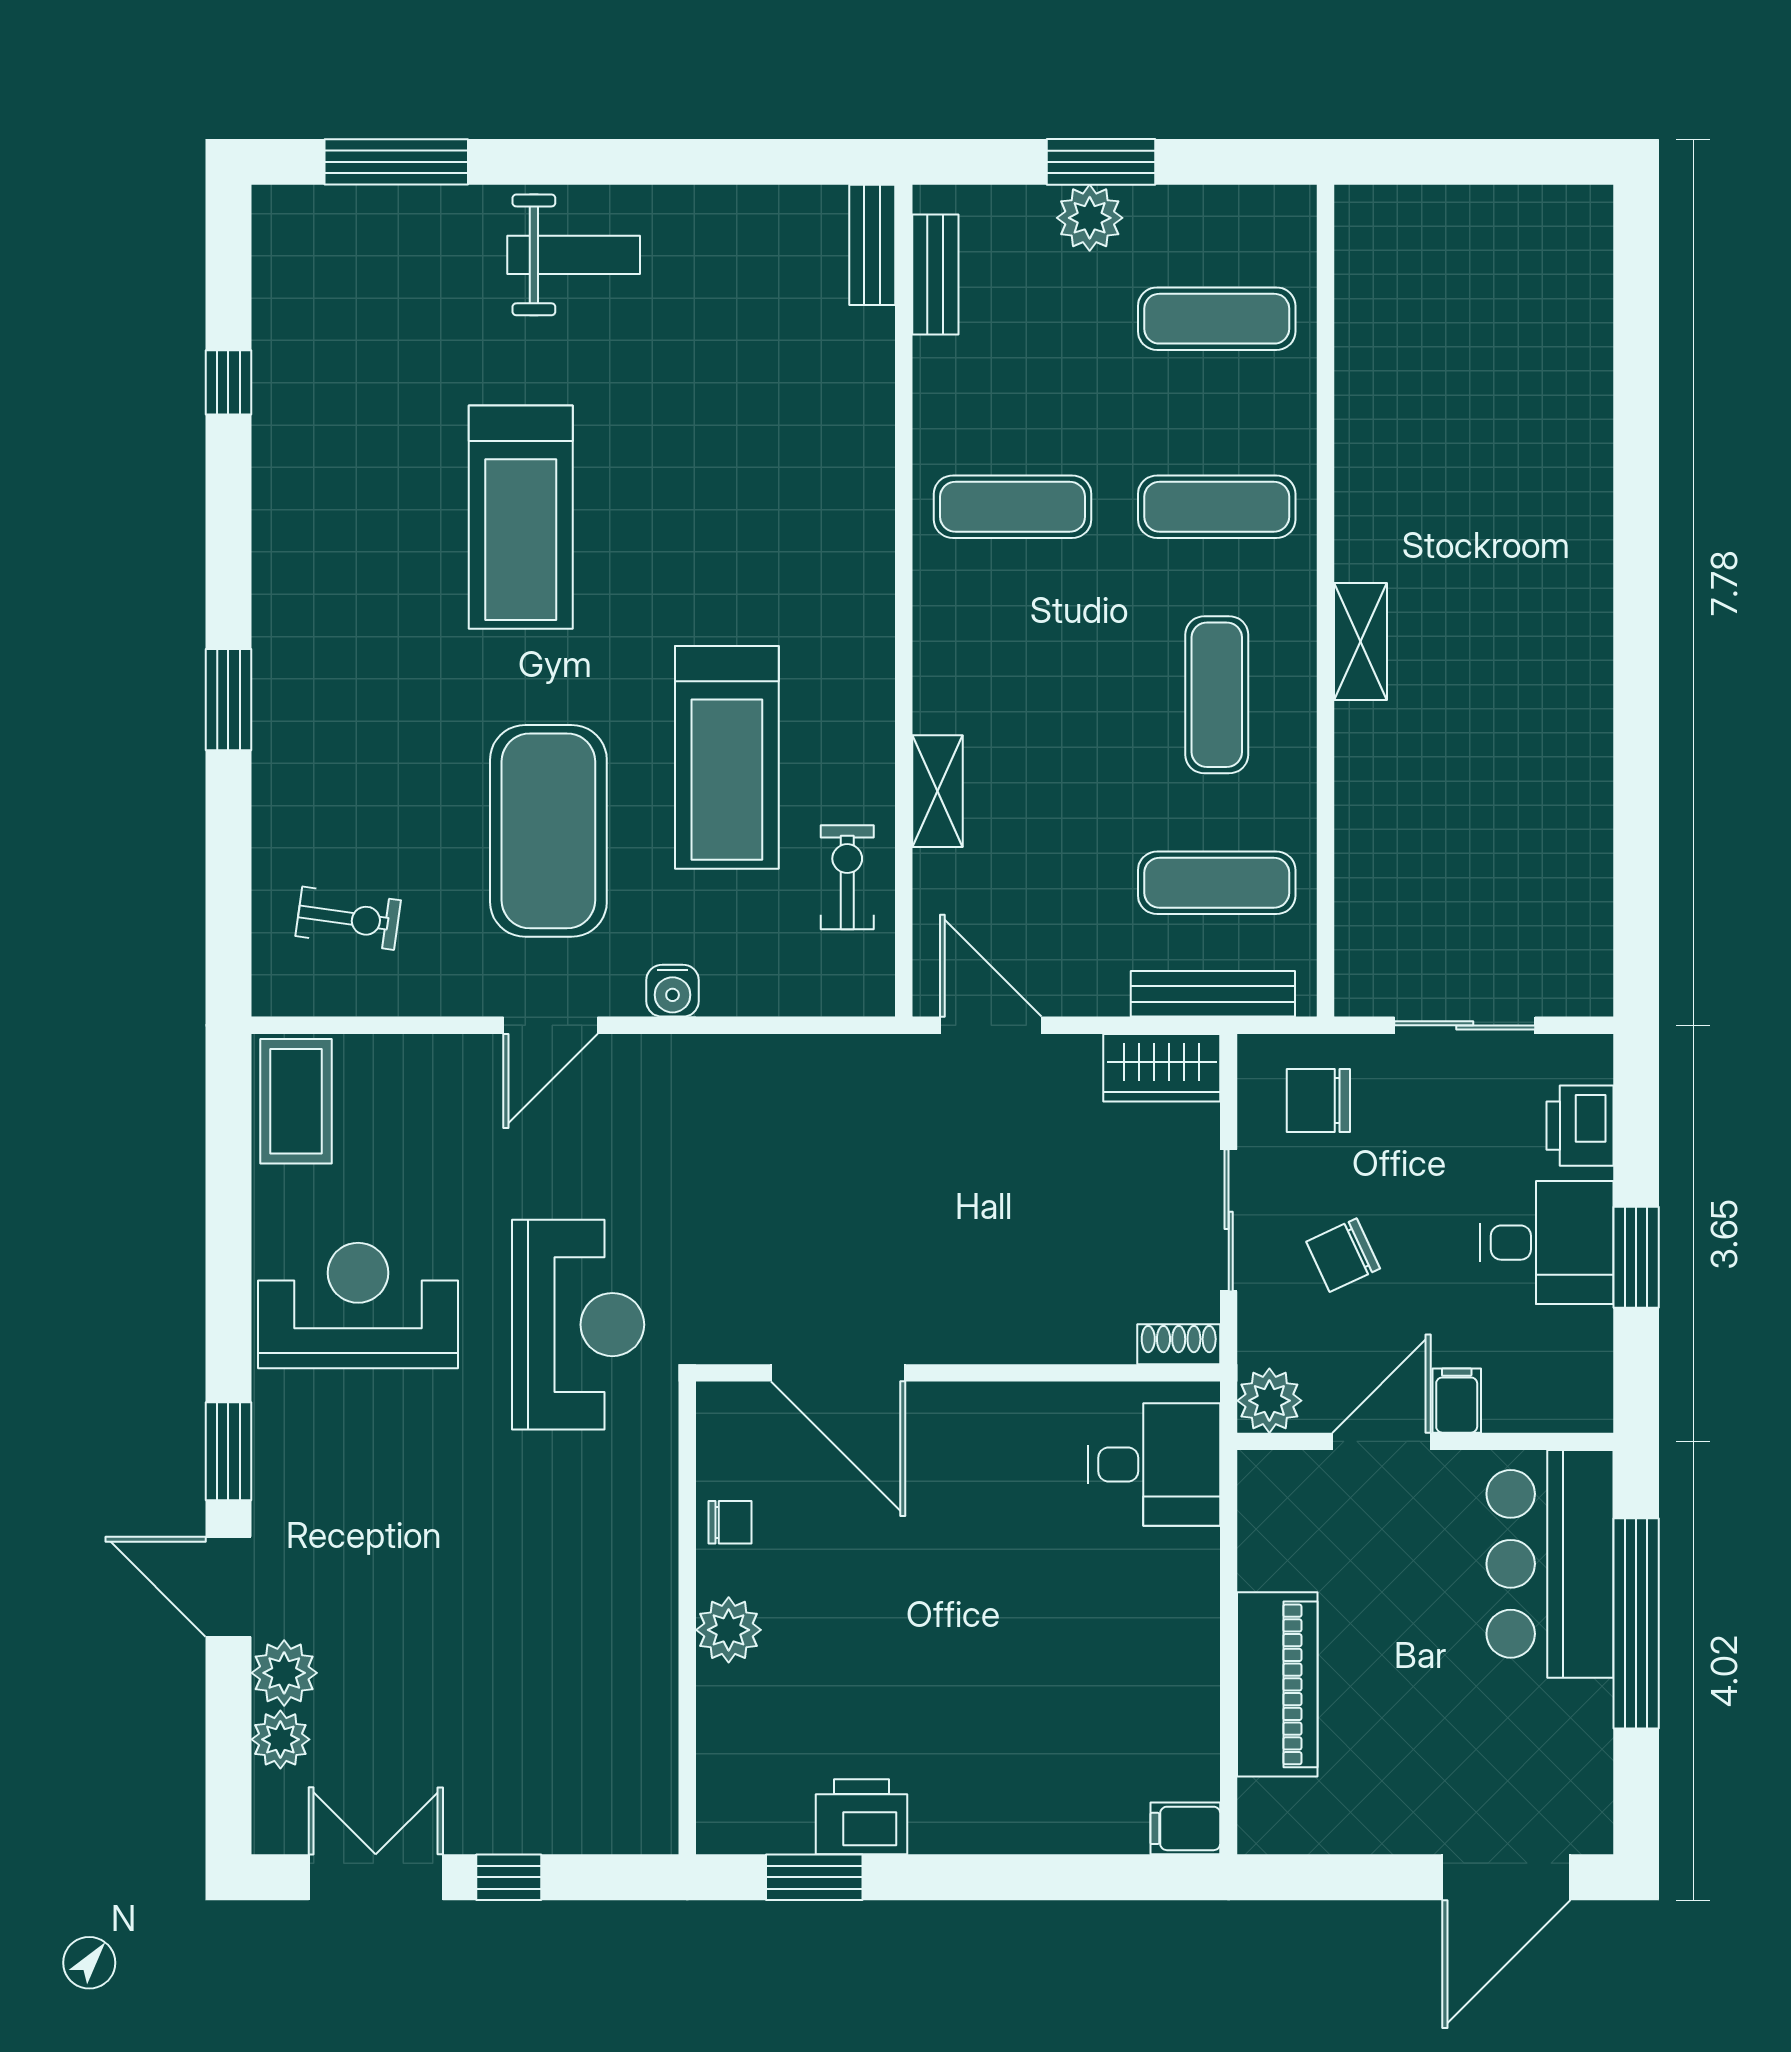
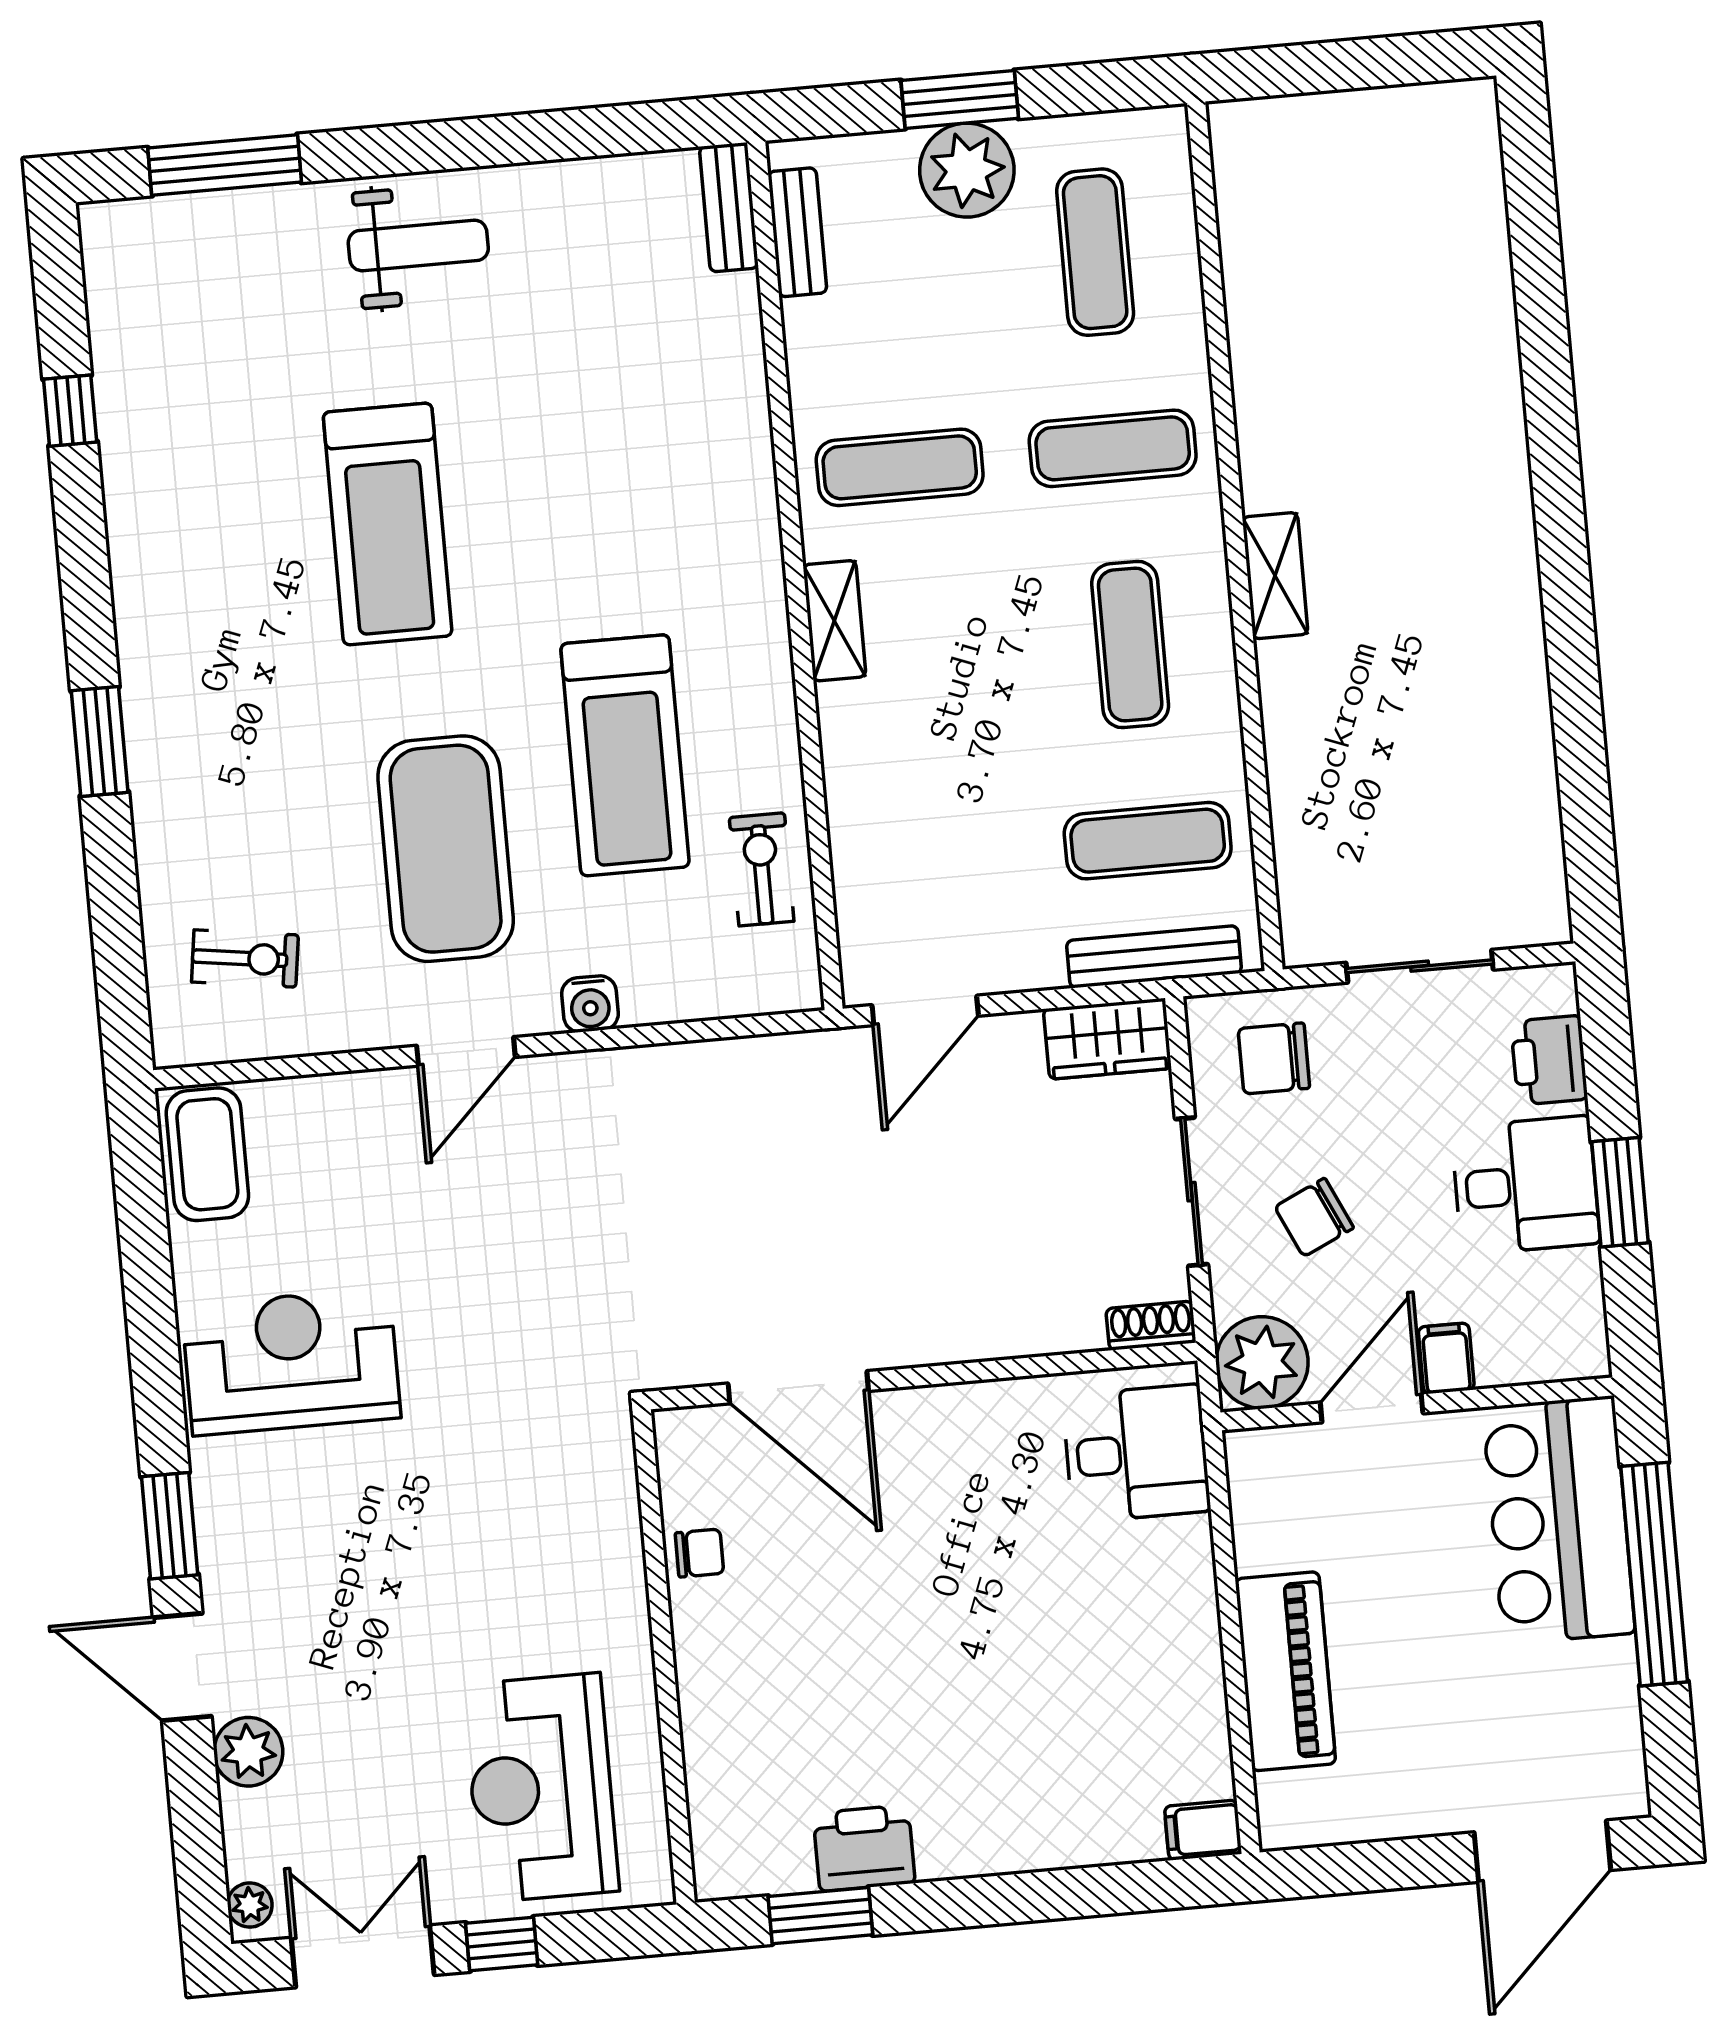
plant: (1090, 218) -> (967, 170), width x1.36, depth x1.36
exercise mat: (1217, 319) -> (1095, 252), turned 90
shelving: (938, 791) -> (834, 621), moved
door: (991, 1025) -> (925, 1010), swing flipped
reception desk: (578, 1325) -> (541, 1788), moved, turned 180
plant: (1269, 1401) -> (1262, 1363), width x1.36, depth x1.36
plant: (729, 1630) -> (708, 1665), removed
plant: (280, 1739) -> (250, 1905), moved, width x0.73, depth x0.73

